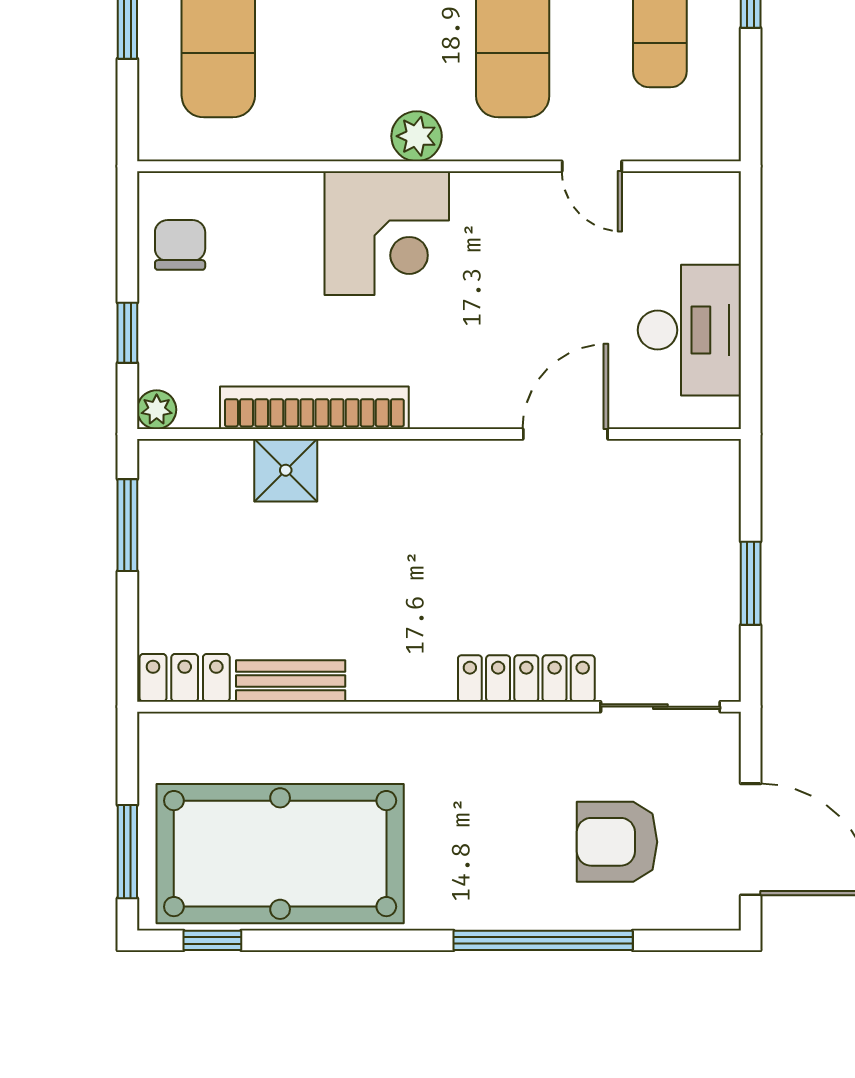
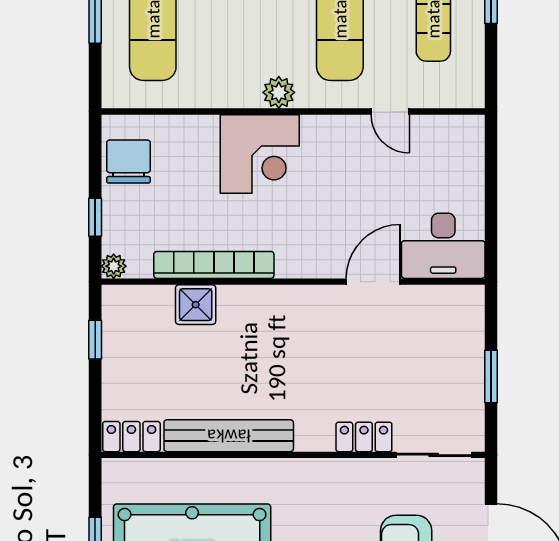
chair: (180, 245) -> (128, 162), width x1.37, depth x1.37
desk: (689, 330) -> (443, 246), moved, turned 90
window: (127, 525) -> (95, 340), width x0.67
locker: (526, 678) -> (364, 437), width x0.66
bench: (291, 681) -> (229, 436), width x1.86, depth x1.21

